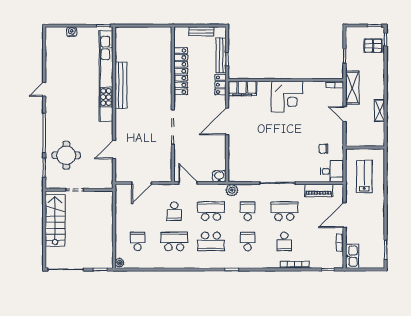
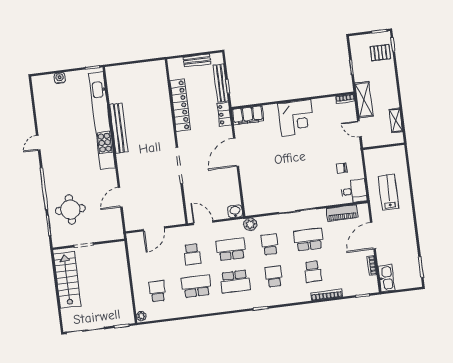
wall: (365, 148) -> (384, 146), moved

